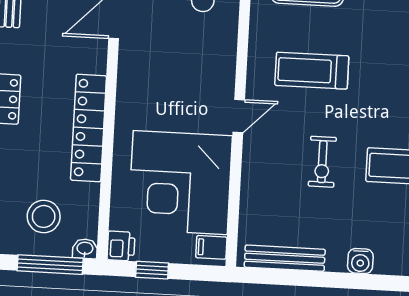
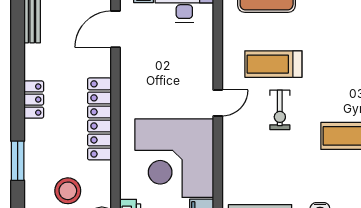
exercise bike: (322, 162) -> (280, 110), moved

